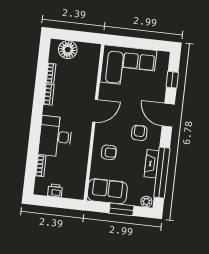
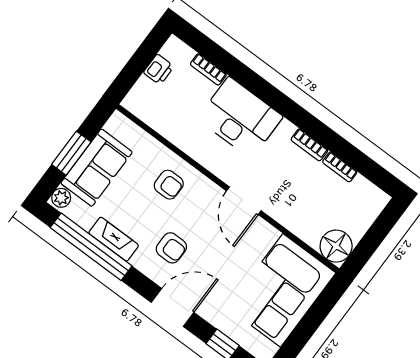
floor lamp: (68, 50) -> (336, 246), moved
armchair: (109, 152) -> (169, 185), turned -90
sofa: (107, 191) -> (97, 168), moved

